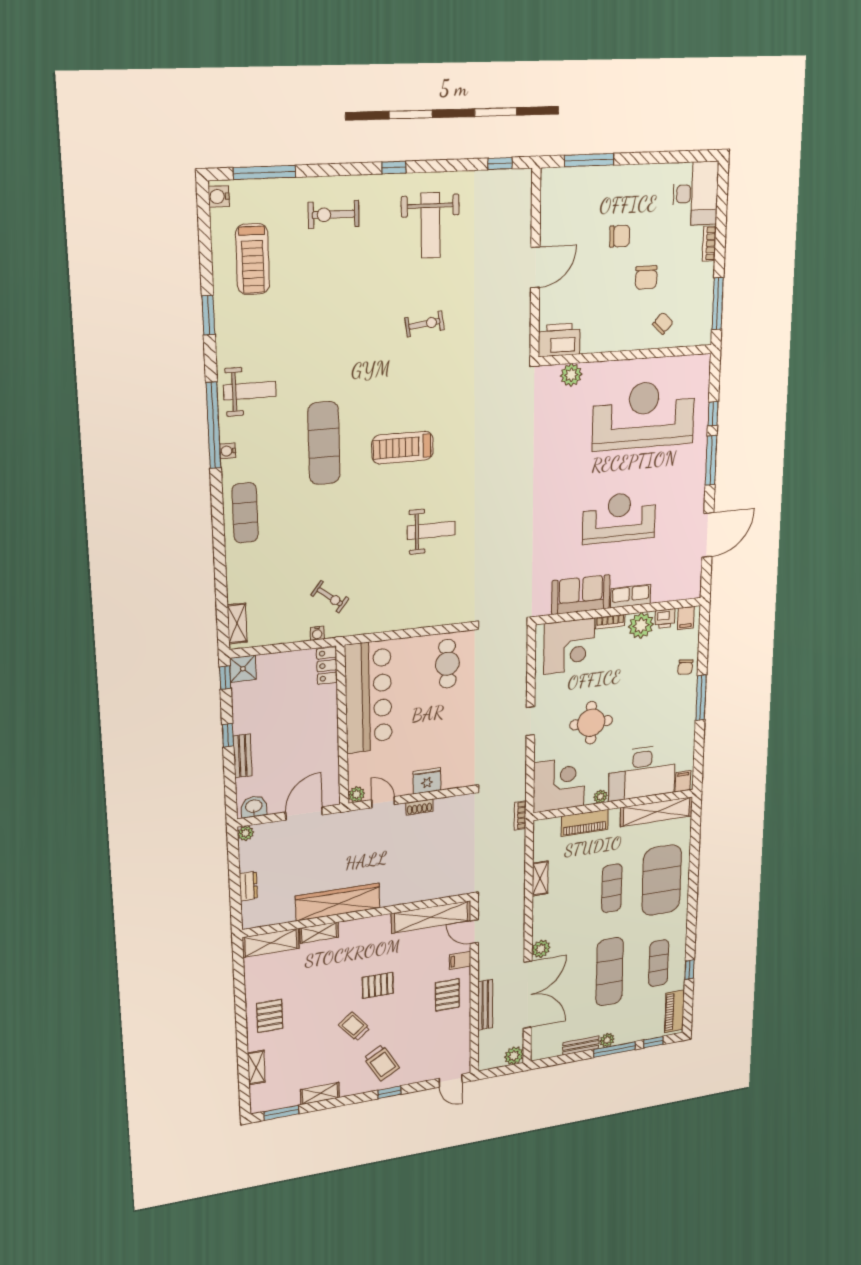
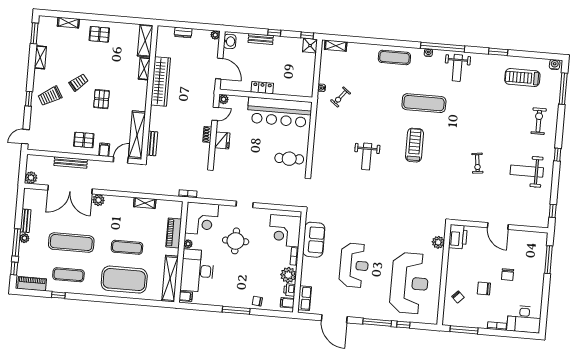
row of seats: (631, 596) -> (305, 298), moved
locker: (327, 666) -> (262, 88), moved
bench: (443, 891) -> (152, 143), added

